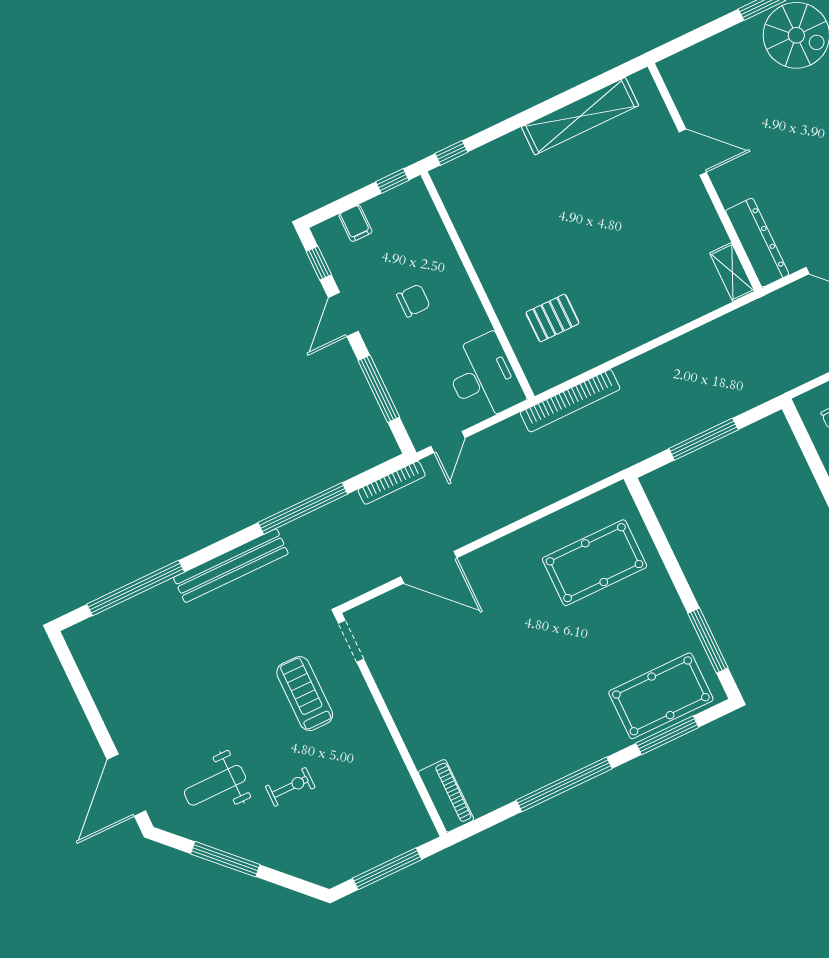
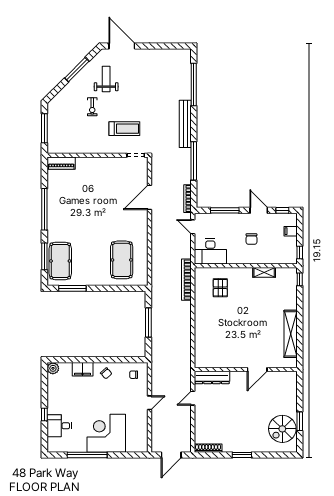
shelving: (732, 272) -> (264, 272), moved

